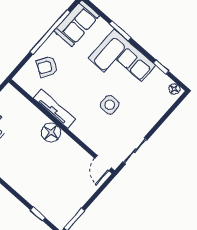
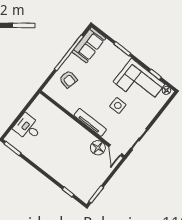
corner sofa: (122, 62) -> (139, 83), moved
armchair: (47, 67) -> (68, 79), turned -110
tv unit: (54, 109) -> (90, 122), moved
floor lamp: (51, 132) -> (98, 148), moved

